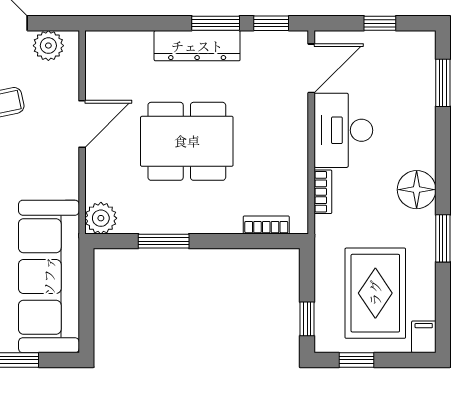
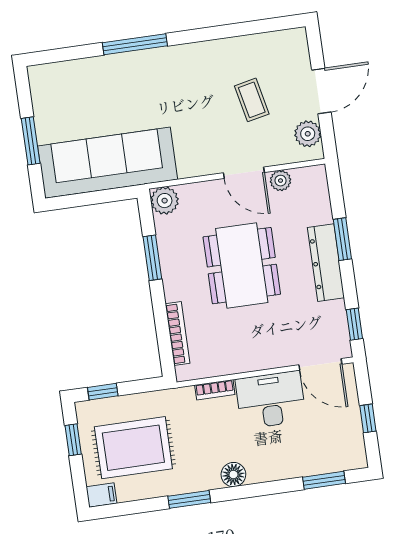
window: (216, 23) -> (342, 239), moved
plant: (97, 84) -> (281, 181), added
floor lamp: (417, 190) -> (233, 475), width x0.73, depth x0.73
bookcase: (266, 225) -> (178, 334), width x1.56

